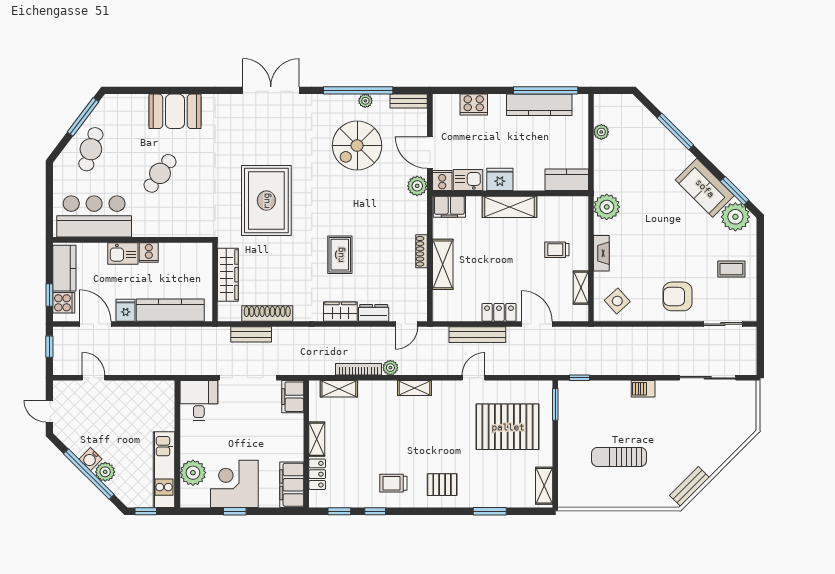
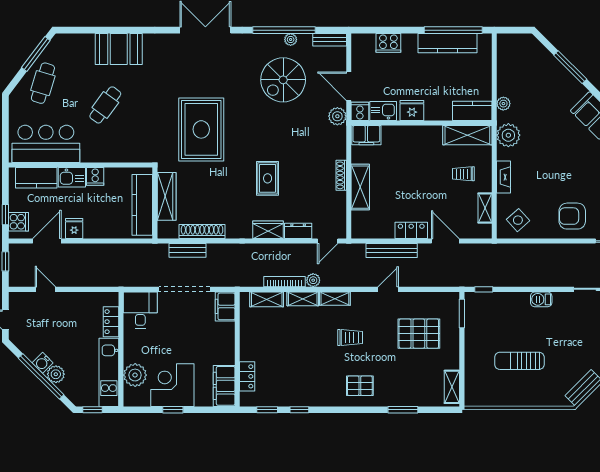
plant: (601, 132) -> (503, 104), moved
shelving: (509, 207) -> (467, 135), moved
kitchen counter: (64, 268) -> (36, 178), moved, turned 90
kitchen counter: (170, 310) -> (142, 205), moved, turned -90
door: (95, 324) -> (47, 241), hinge flipped
locker: (166, 414) -> (111, 322), added
pallet: (508, 427) -> (419, 334), width x0.73, depth x0.71
shelving: (317, 439) -> (303, 299), moved, turned 90
trolley: (393, 483) -> (350, 338), moved, turned 180

